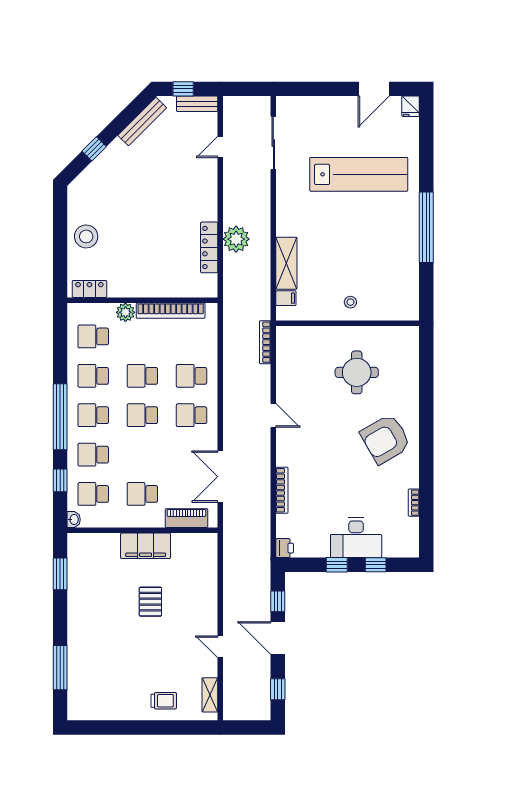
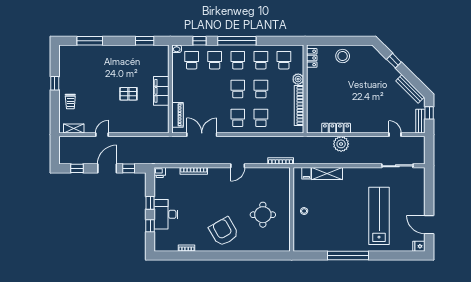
lab bench: (359, 174) -> (379, 216), turned 180
school desk: (142, 494) -> (192, 89), removed
window: (133, 727) -> (55, 83), added

